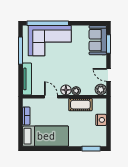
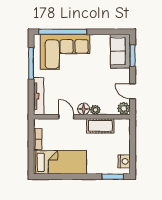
nightstand: (101, 120) -> (124, 161), moved

